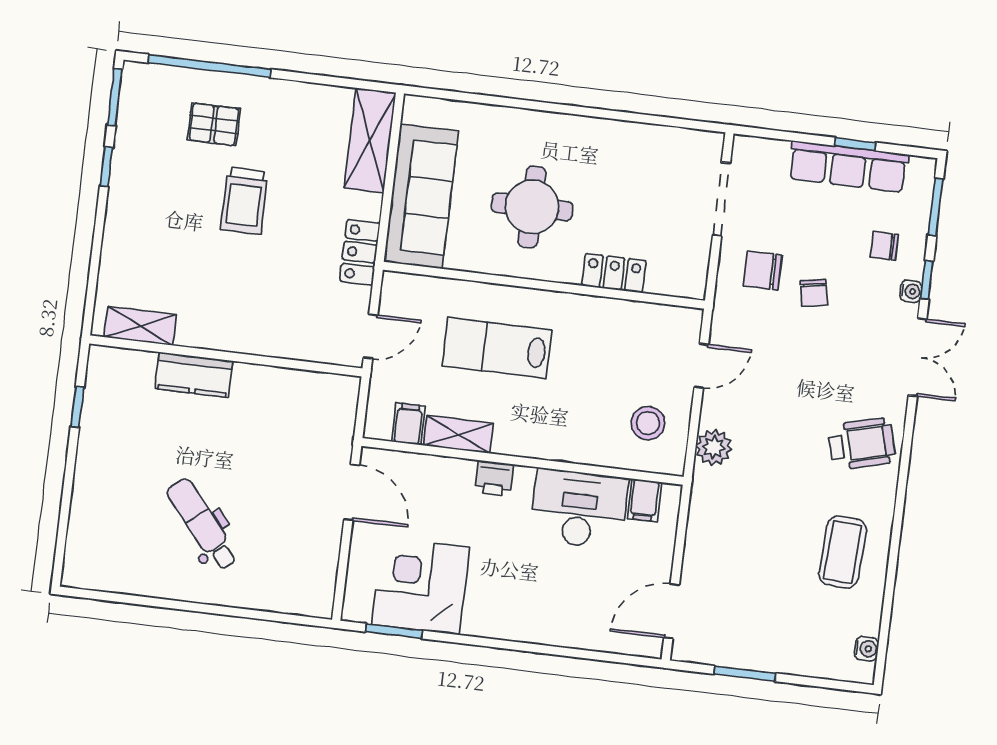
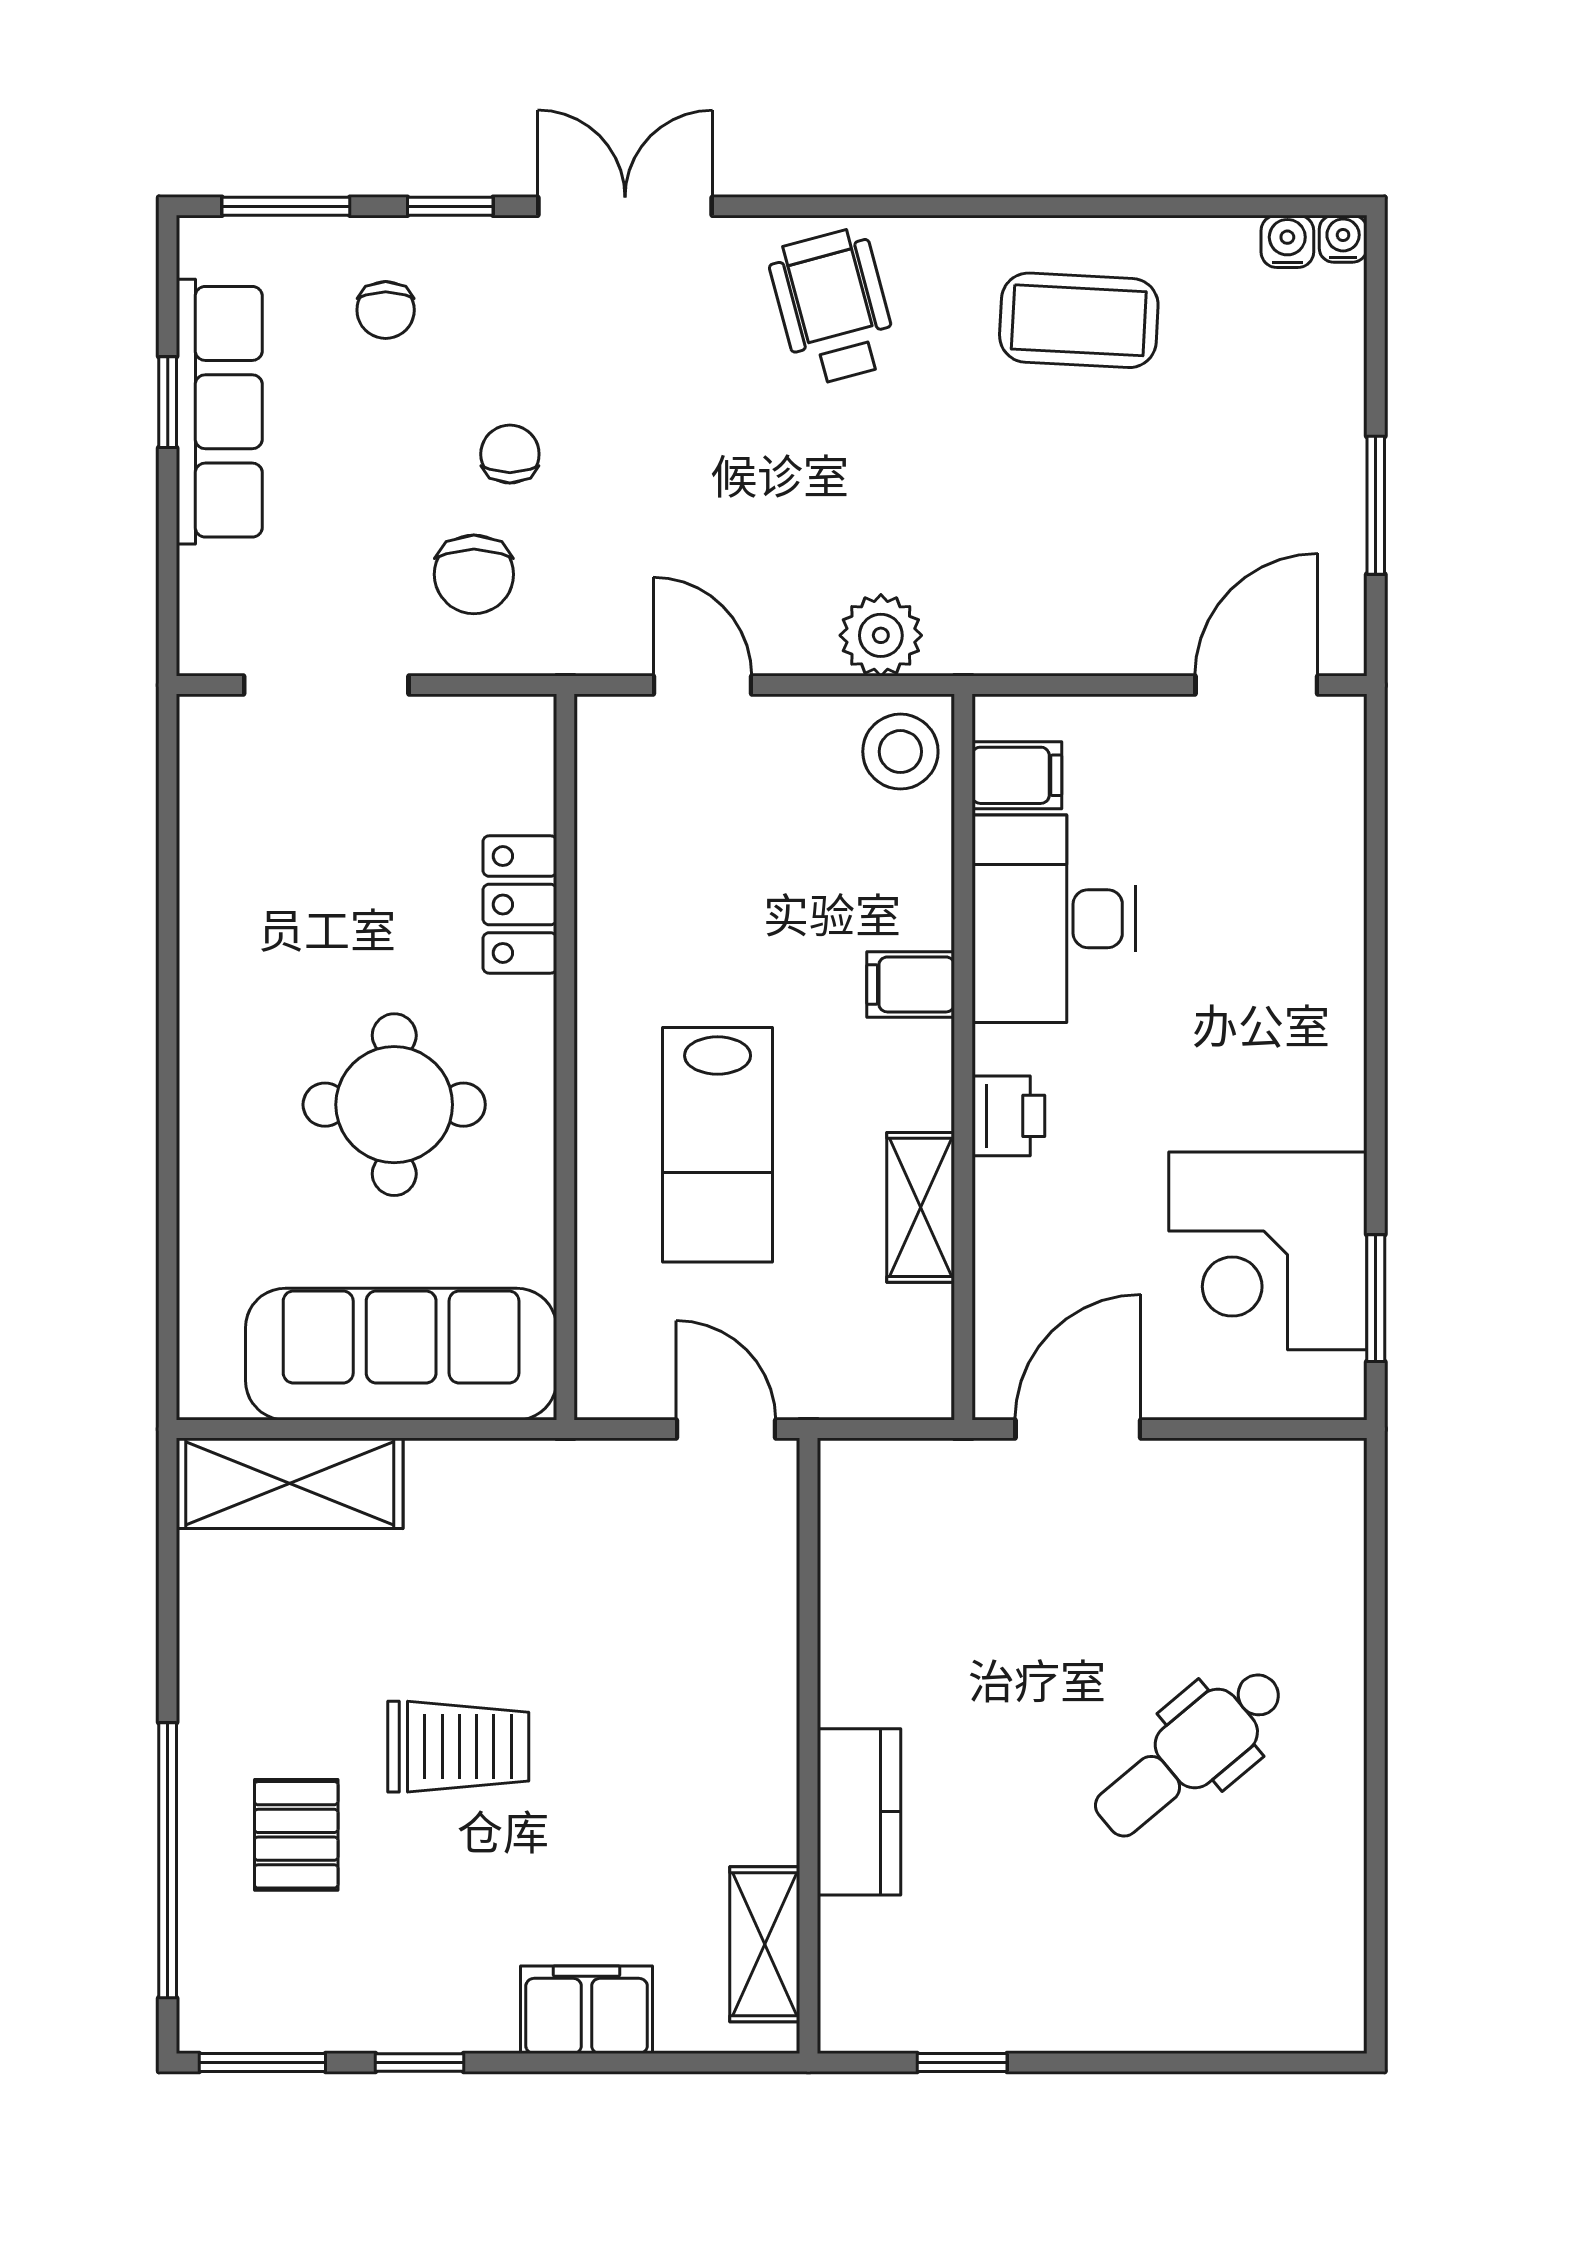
filing cabinet: (121, 243) -> (587, 2010), added
locker: (360, 252) -> (542, 1475), removed
water cooler: (911, 291) -> (1343, 239), moved
chair: (814, 293) -> (510, 454), turned -79
stool: (648, 423) -> (900, 752), moved
filing cabinet: (408, 424) -> (911, 984), moved
door: (672, 611) -> (1256, 685), swing flipped

